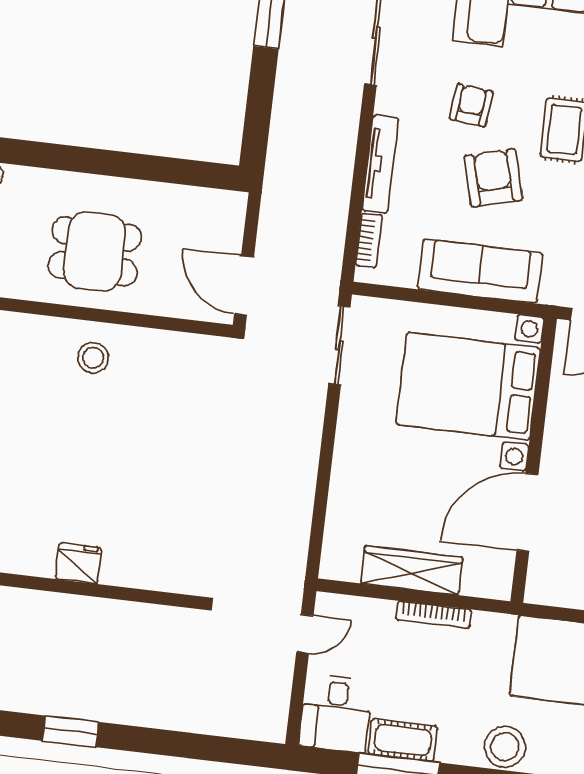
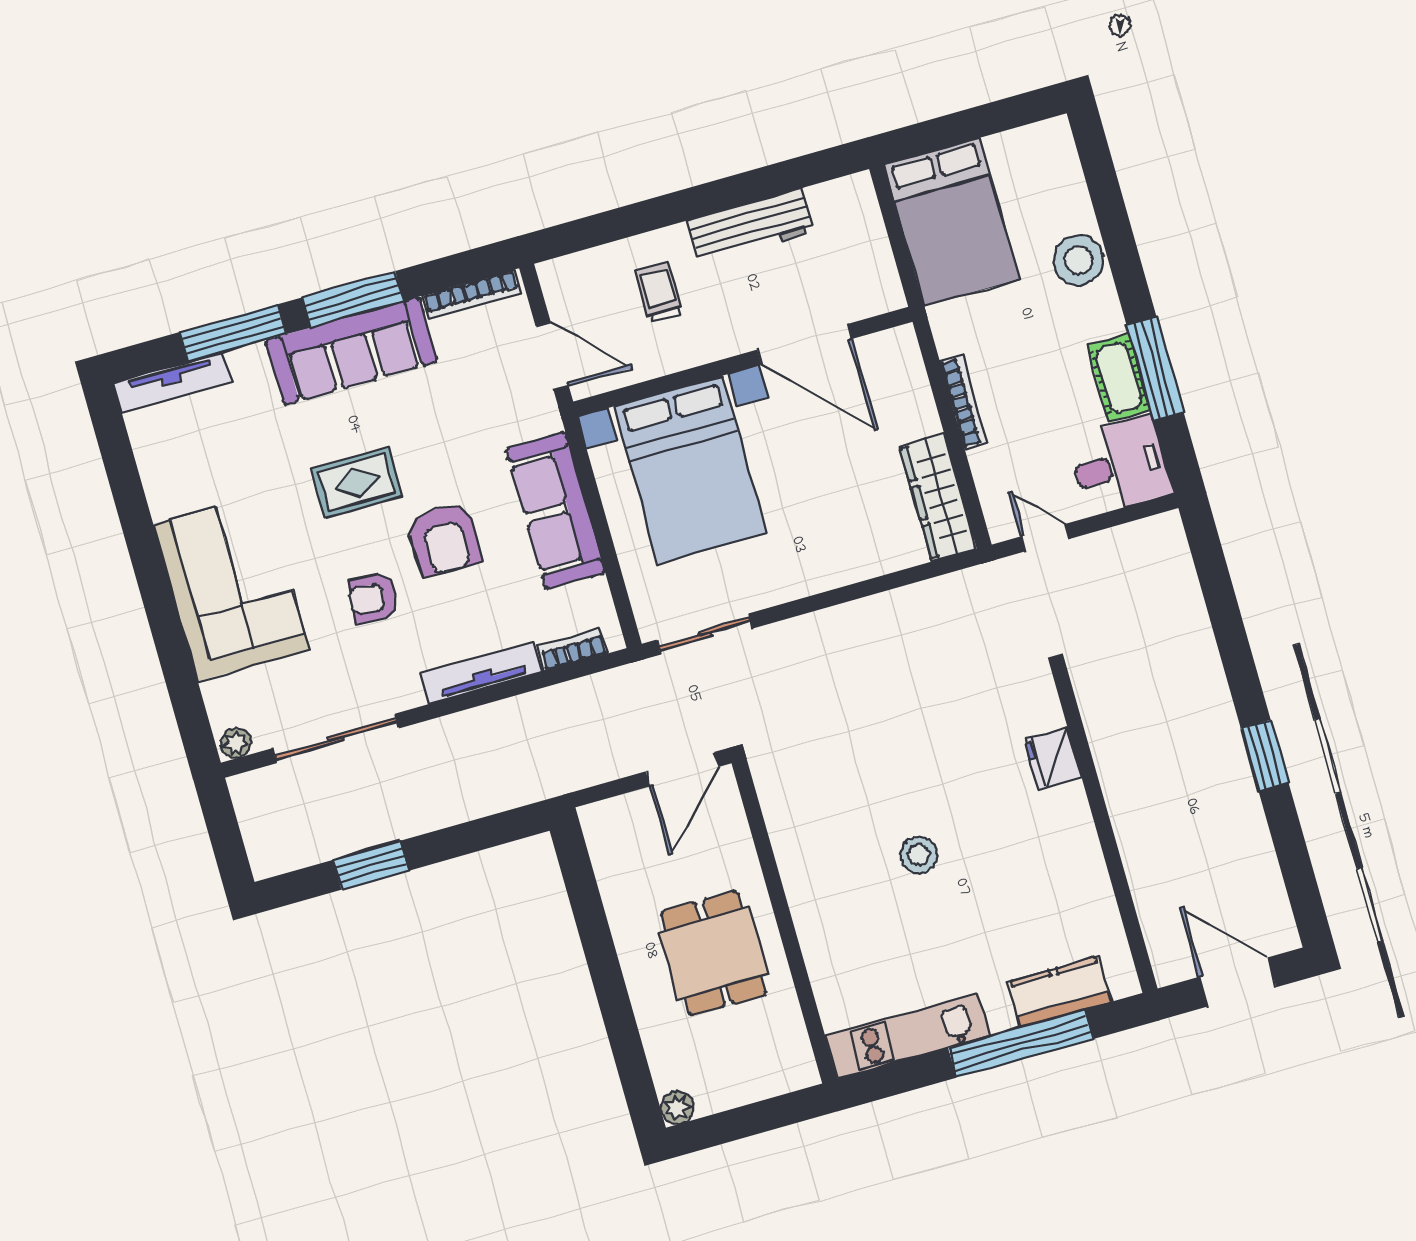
armchair: (493, 178) -> (444, 539), turned -75
stool: (93, 358) -> (919, 855), moved
fridge: (78, 563) -> (1053, 758), moved
wardrobe: (412, 570) -> (938, 497), moved

